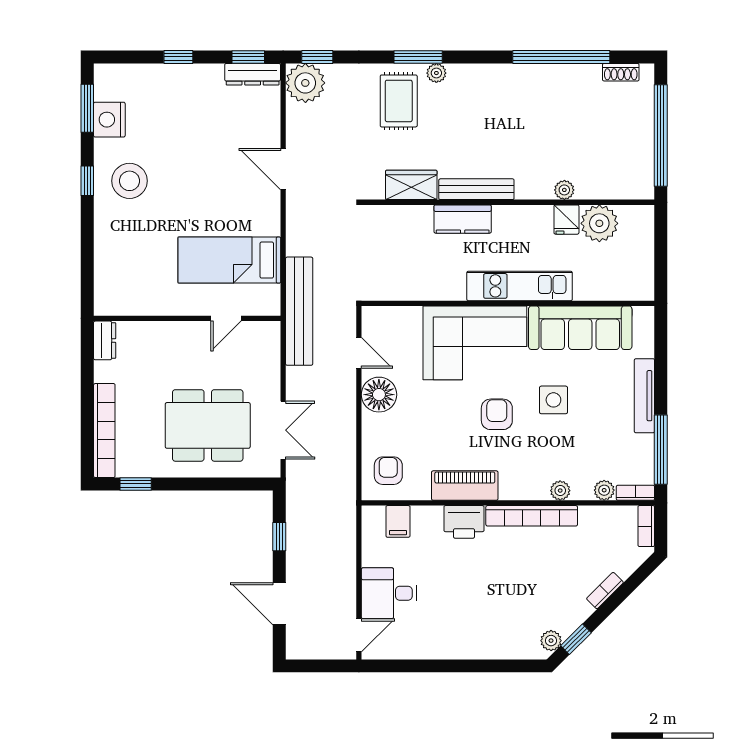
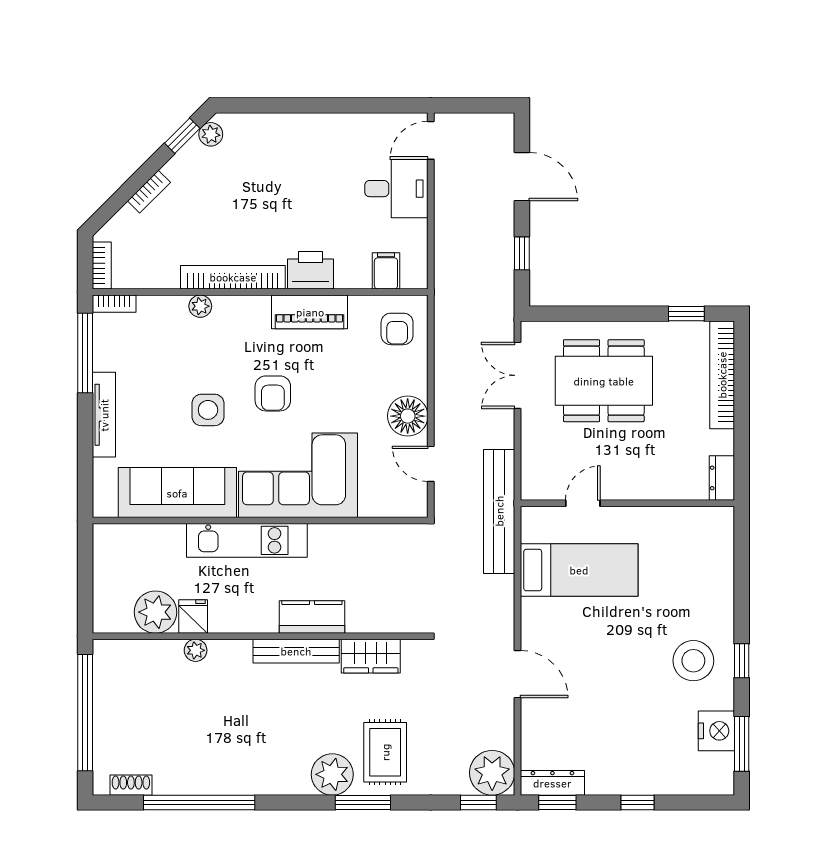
plant: (436, 73) -> (332, 774), width x1.87, depth x1.87
plant: (604, 490) -> (150, 307), removed

